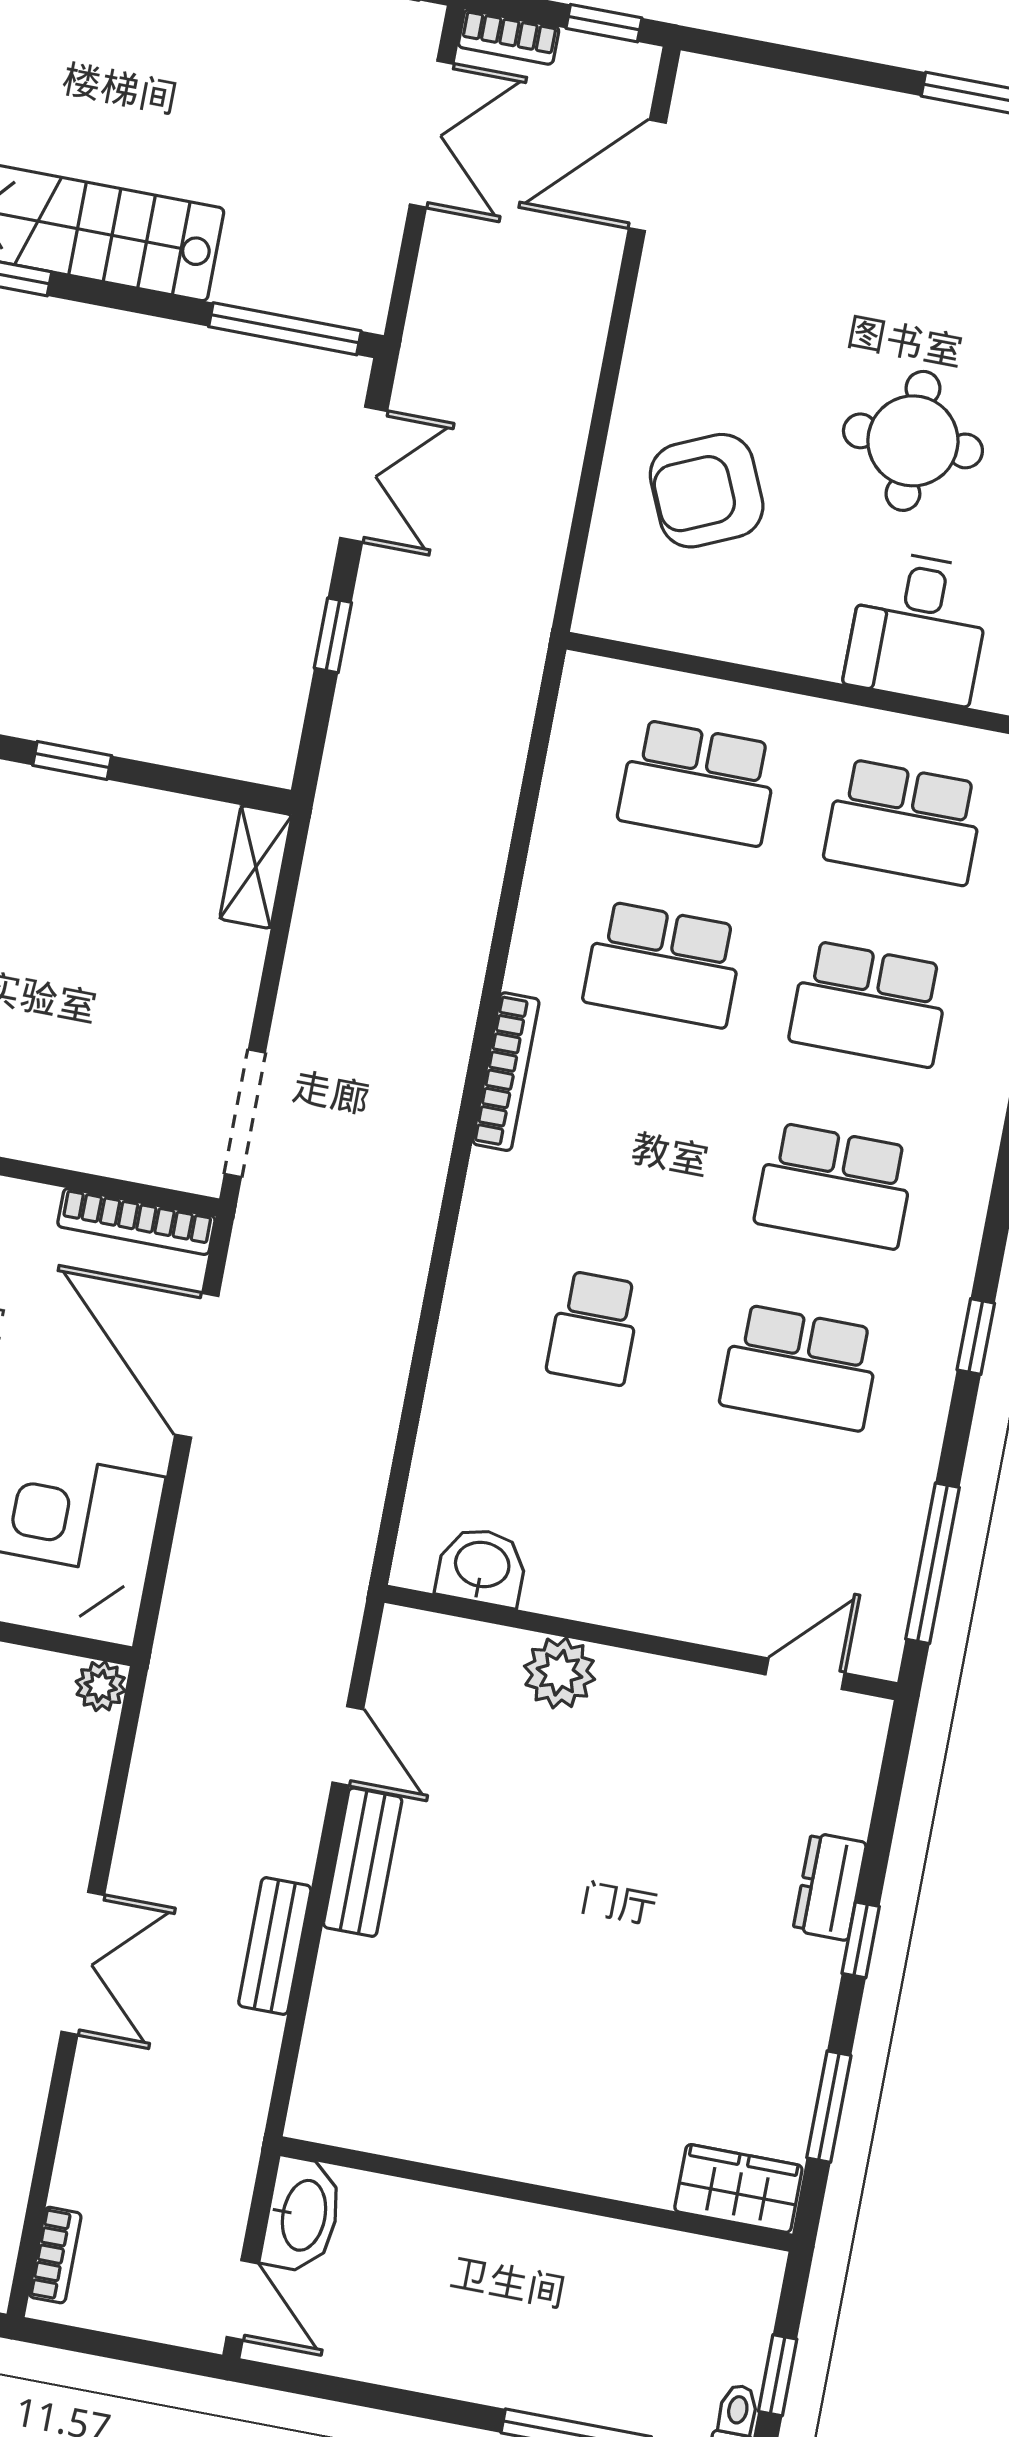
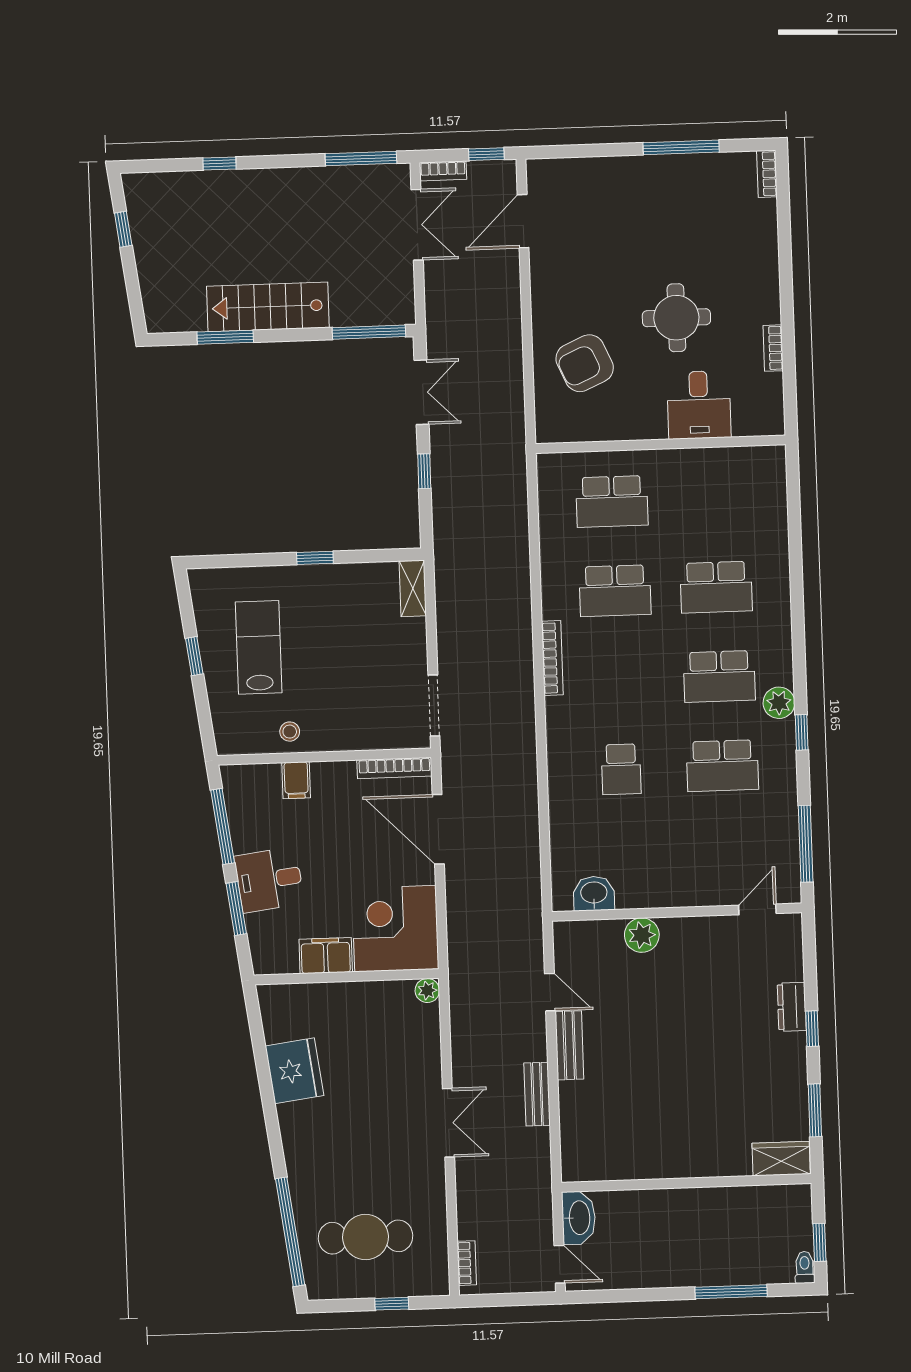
school desk: (904, 822) -> (713, 498), removed
plant: (943, 1266) -> (779, 703), added

